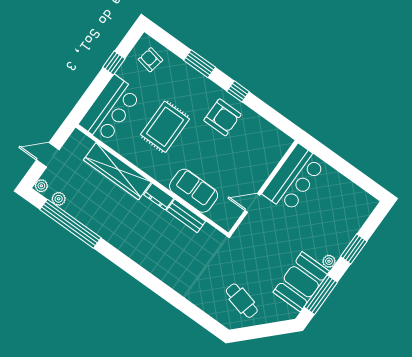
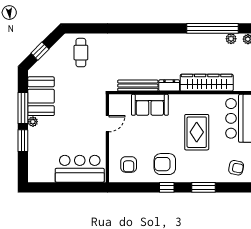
armchair: (261, 144) -> (129, 164), added
bar counter: (294, 178) -> (80, 169), moved, turned 90
bench: (186, 216) -> (138, 86), width x1.36
window: (321, 295) -> (23, 108), moved
cafe table: (242, 301) -> (81, 53), moved, turned 76
window: (268, 330) -> (40, 51), added

